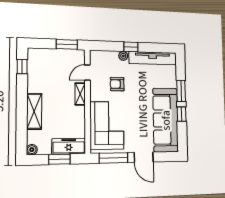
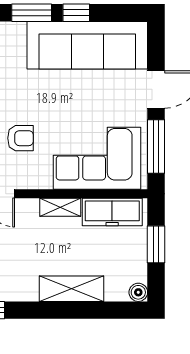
armchair: (117, 84) -> (20, 138), turned -90
shelving: (80, 94) -> (60, 207), moved
freezer: (69, 146) -> (112, 212), moved, turned -90

